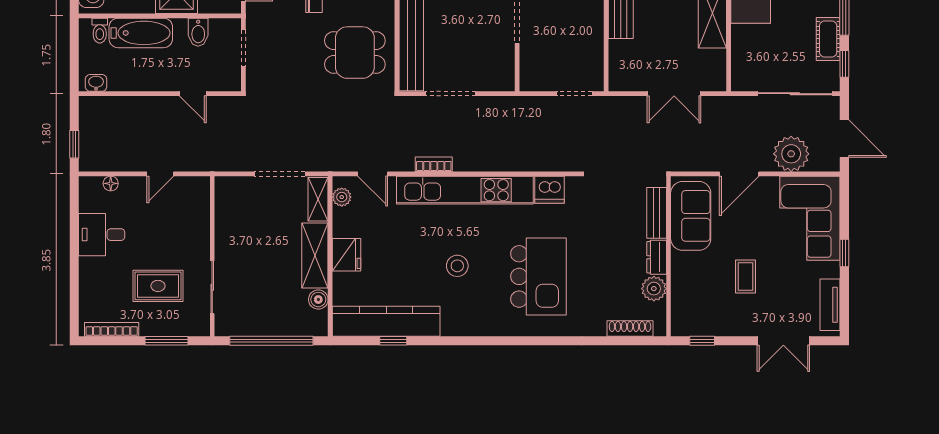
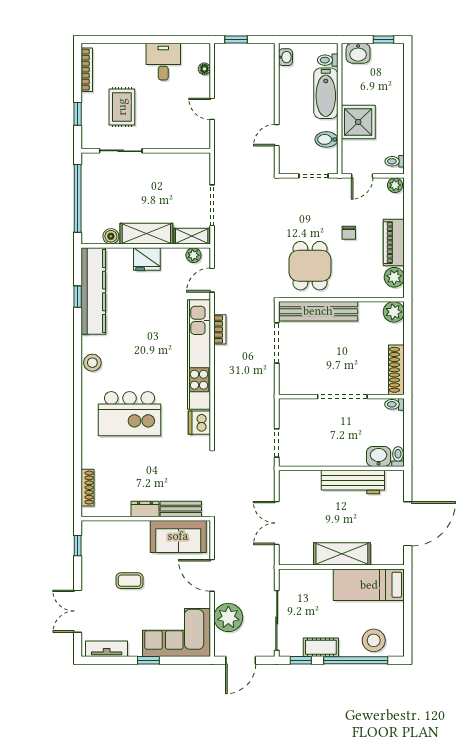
stool: (457, 266) -> (92, 363), moved
plant: (654, 289) -> (120, 507), removed
window: (167, 341) -> (78, 114), width x0.67

